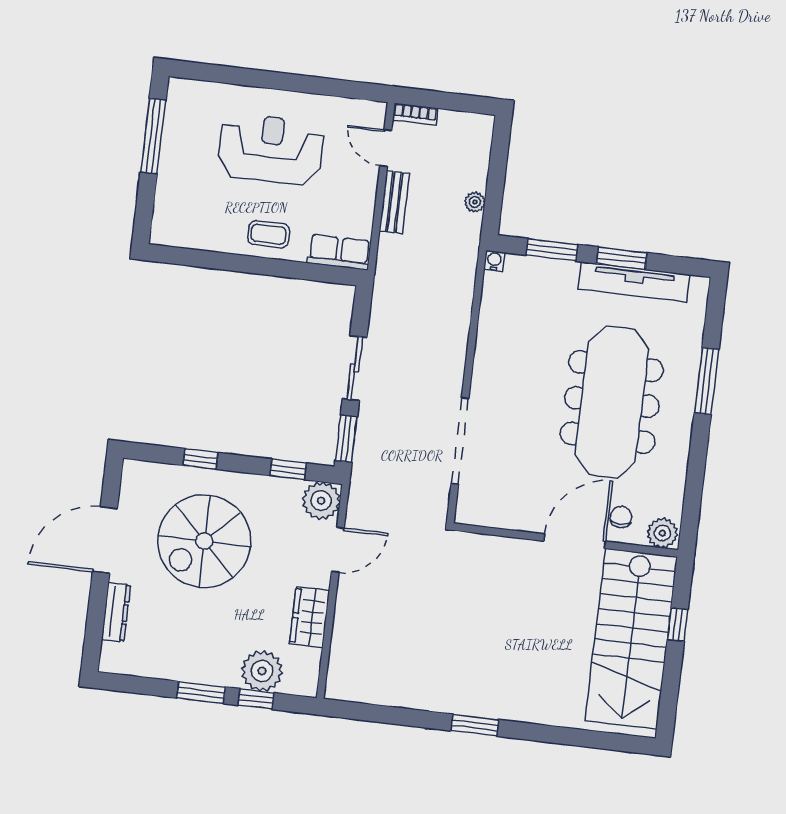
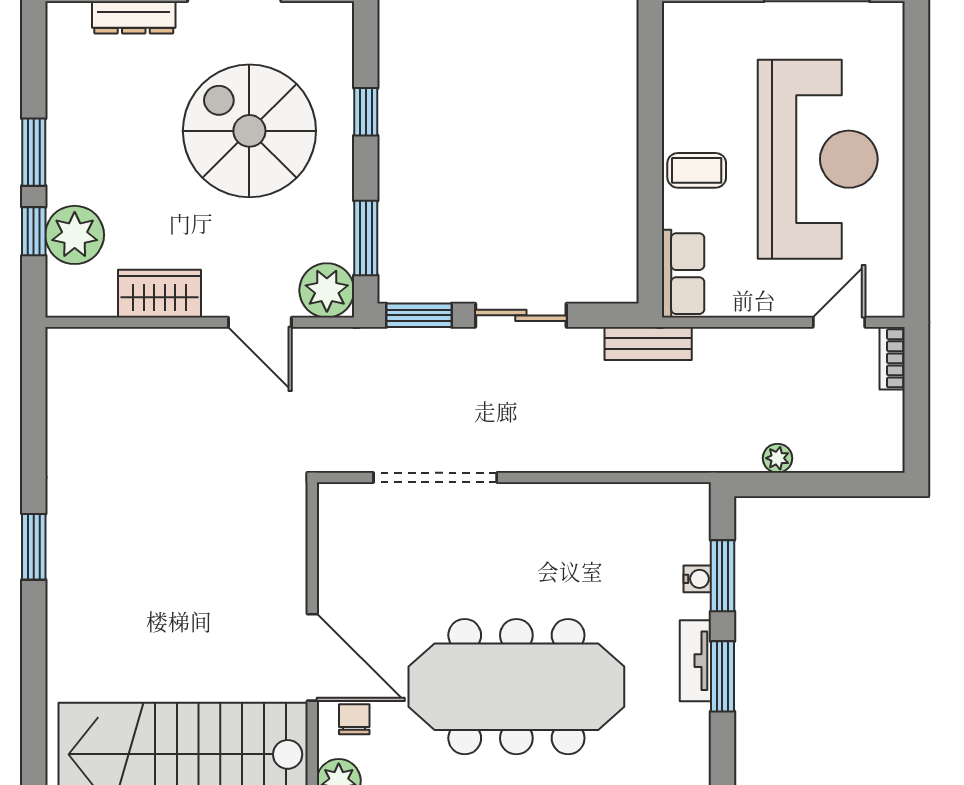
reception desk: (271, 149) -> (818, 159), width x1.36, depth x1.30
bench: (394, 202) -> (648, 344), moved
coffee table: (269, 234) -> (697, 170), turned 90
water cooler: (494, 261) -> (697, 579), moved
tv unit: (634, 282) -> (695, 661), width x0.52, depth x0.78
window: (288, 469) -> (366, 238), width x1.50
chair: (621, 517) -> (354, 719), turned -90

